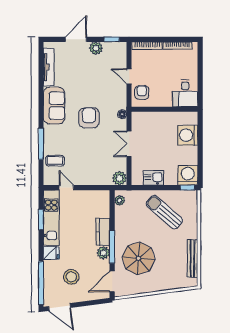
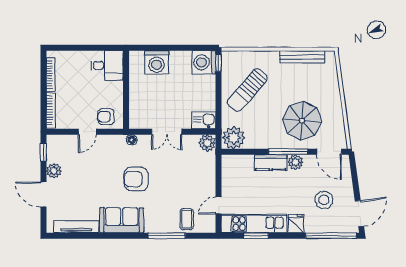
kitchen sink: (153, 178) -> (204, 120), moved, turned 90
plant: (120, 200) -> (234, 138), width x1.87, depth x1.87

